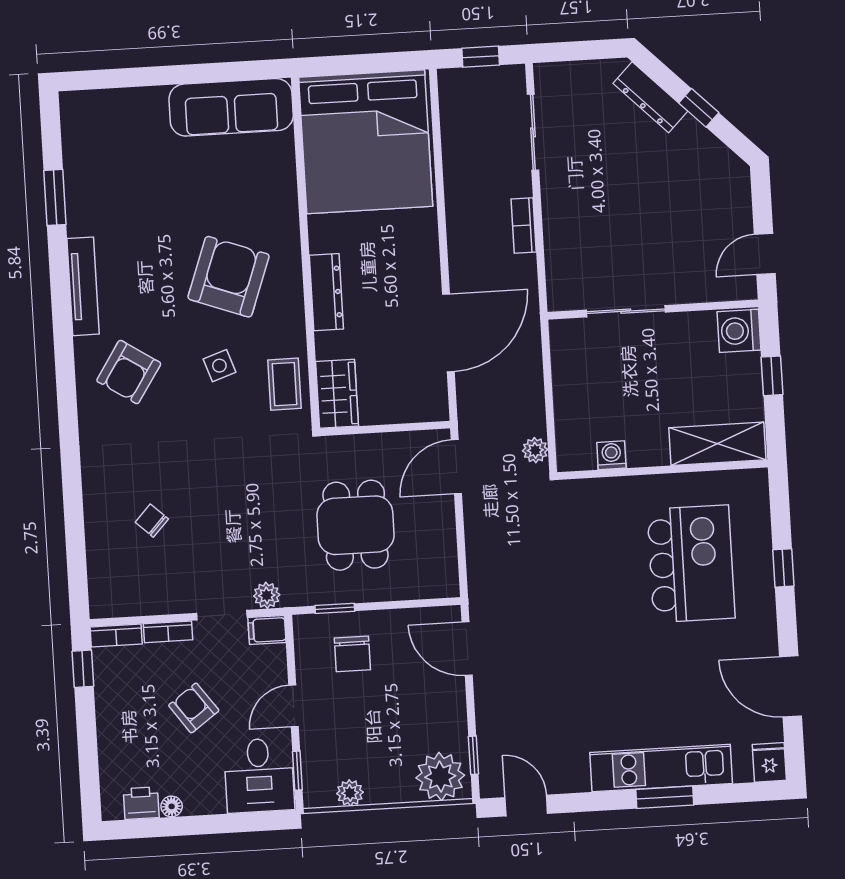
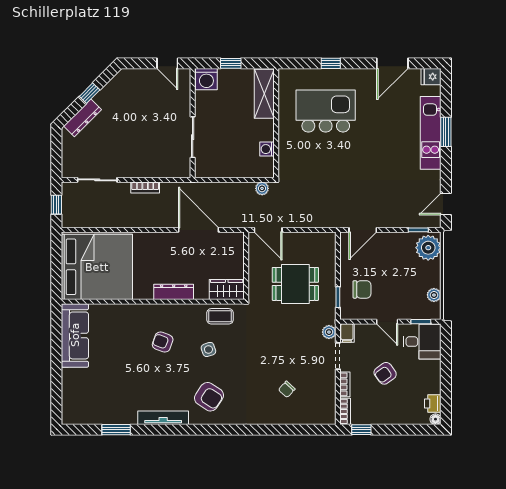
armchair: (229, 277) -> (163, 342), width x0.53, depth x0.53
floor lamp: (172, 806) -> (435, 419), moved

